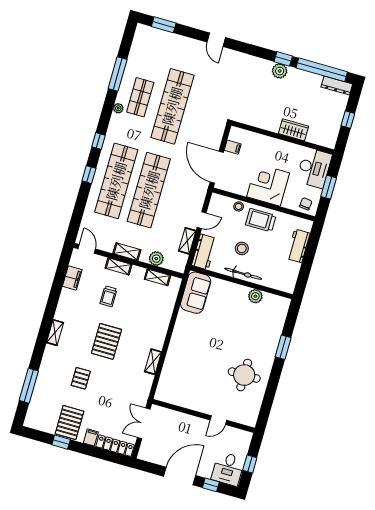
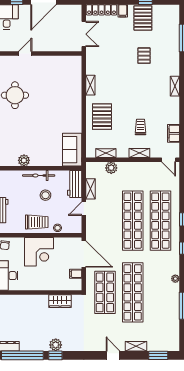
shop shelf: (140, 97) -> (105, 292), moved, width x1.43, depth x1.36
wardrobe: (294, 130) -> (60, 301), moved
shelving: (127, 252) -> (136, 346), moved
pallet: (106, 341) -> (102, 117), moved

